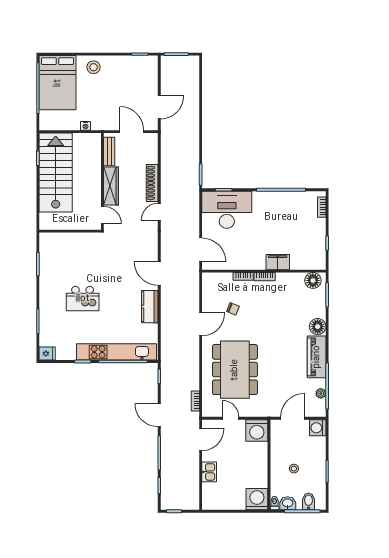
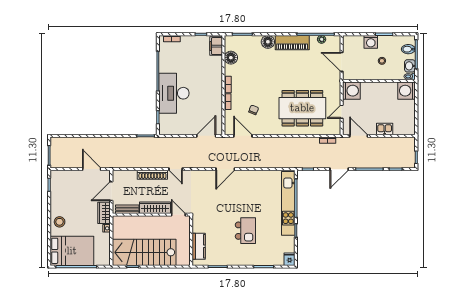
wardrobe: (105, 123) -> (104, 213), added
desk: (227, 210) -> (174, 93), moved
door: (102, 215) -> (178, 215), hinge flipped
filing cabinet: (278, 262) -> (216, 46), moved
floor lamp: (313, 280) -> (231, 58), moved
kitchen counter: (150, 307) -> (199, 246), moved, turned -90
door: (201, 324) -> (243, 136), moved
washing machine: (318, 428) -> (371, 42), moved

